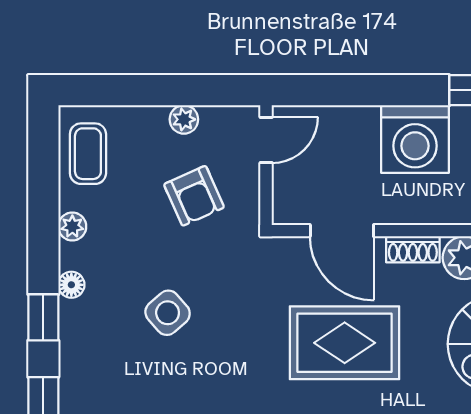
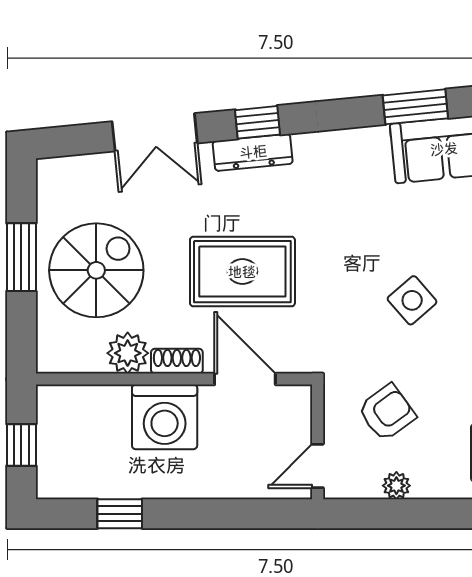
washing machine: (415, 139) -> (165, 417), moved, turned 180
armchair: (194, 196) -> (387, 412), turned 78

